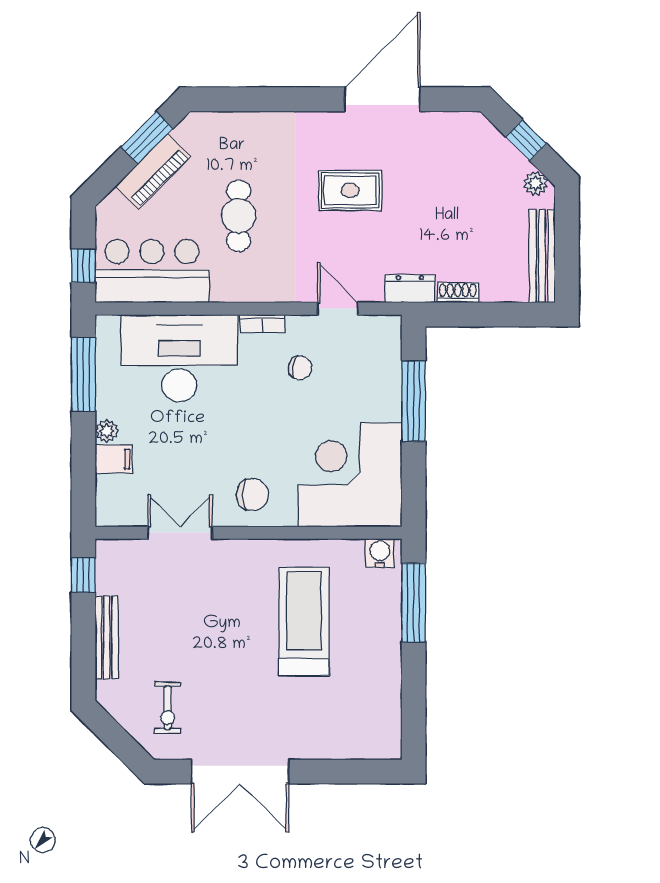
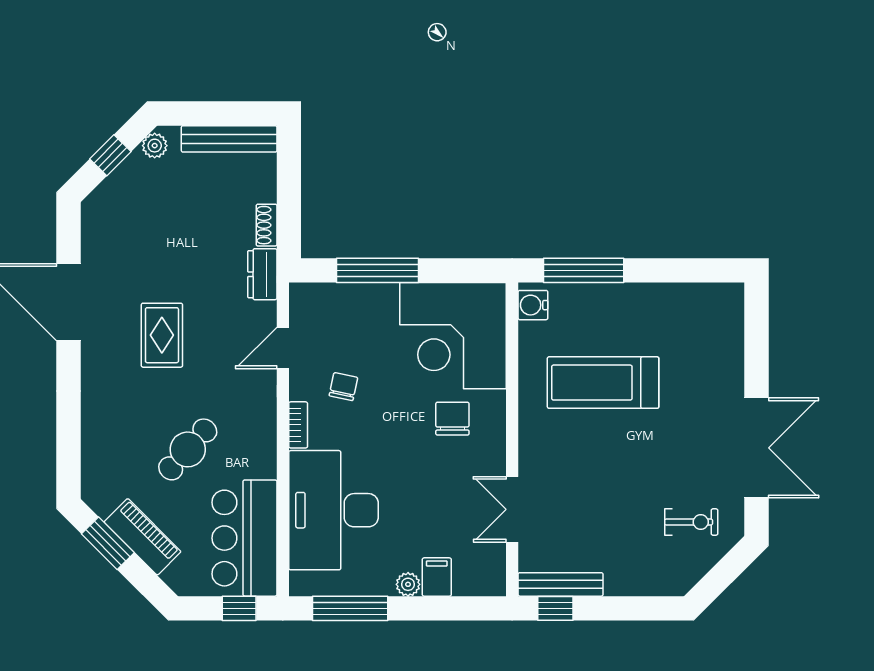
cafe table: (239, 216) -> (188, 449), turned -48
chair: (252, 495) -> (452, 419), moved
bench: (107, 637) -> (561, 584), moved

